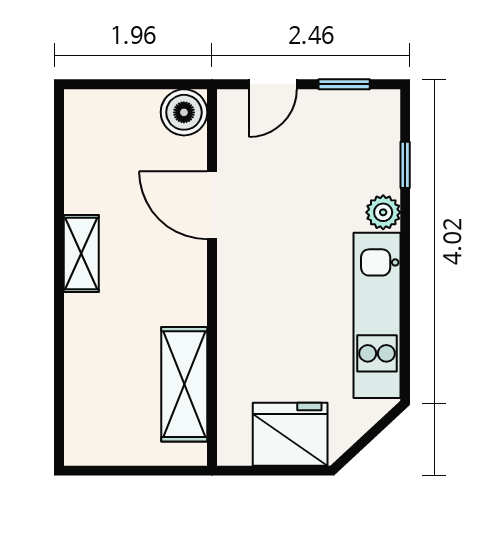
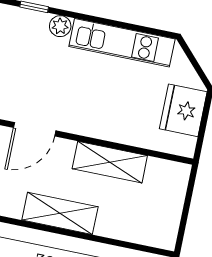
shelving: (81, 253) -> (60, 213), width x1.50, depth x1.33
shelving: (184, 384) -> (110, 162), moved

